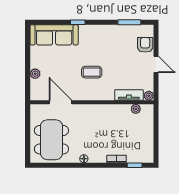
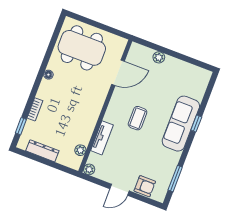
sofa: (54, 35) -> (181, 124), moved
tv unit: (129, 95) -> (102, 138), moved
dresser: (148, 140) -> (42, 151), added

